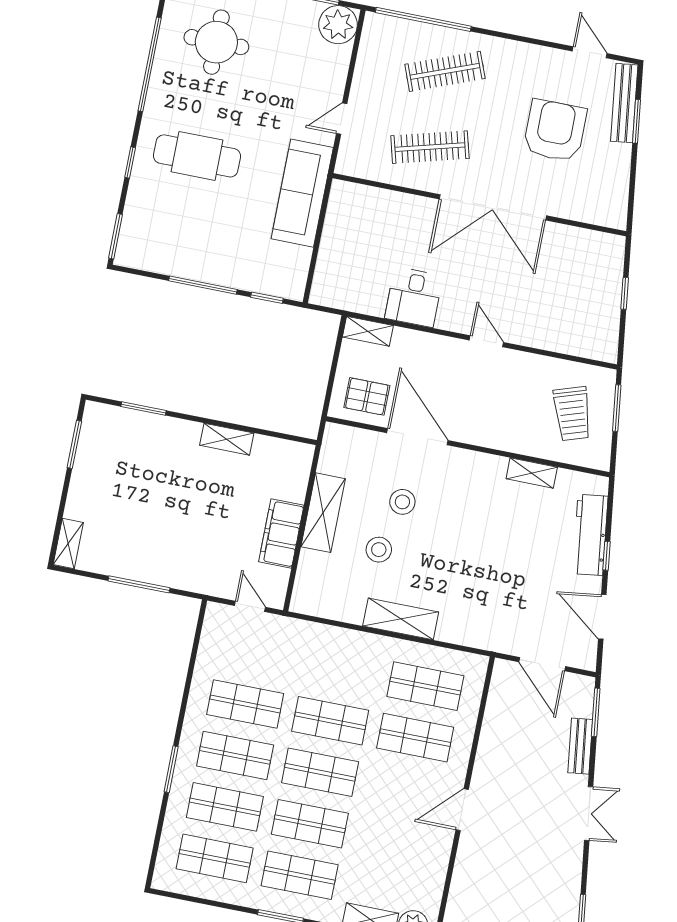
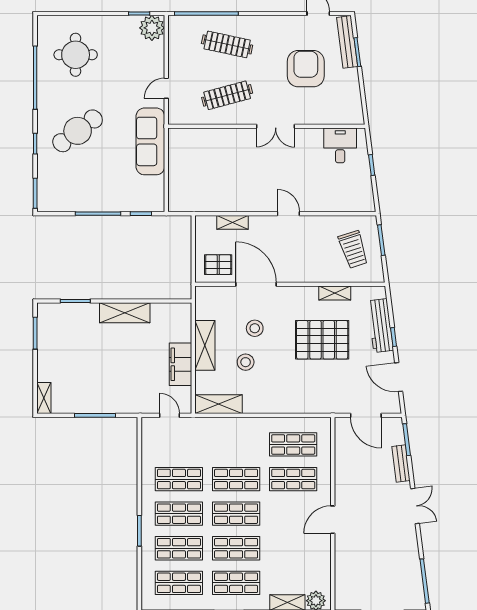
clothes rail: (445, 71) -> (227, 44), turned 33
cafe table: (197, 156) -> (78, 131), turned -37
double door: (493, 207) -> (276, 126), width x0.54
desk: (414, 297) -> (340, 145), moved, turned 180
shelving: (368, 331) -> (232, 222), moved
shelving: (227, 439) -> (125, 313), width x1.50, depth x1.33
pallet: (499, 539) -> (322, 340), added
shelving: (401, 619) -> (218, 404), moved

